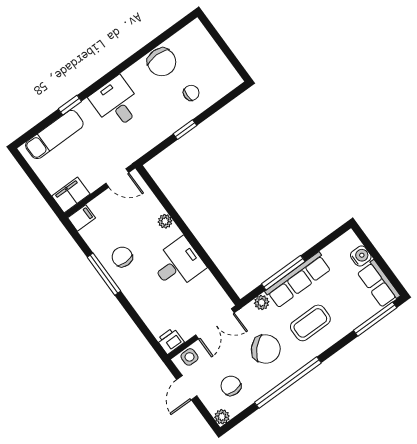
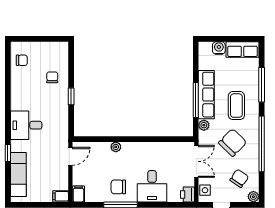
chair: (162, 62) -> (22, 60), moved, width x0.54, depth x0.54
filing cabinet: (71, 195) -> (61, 196), width x0.50
desk: (178, 264) -> (152, 186), moved, turned 180
window: (375, 319) -> (262, 85), moved
chair: (231, 386) -> (239, 178), turned 124

